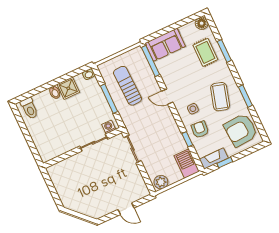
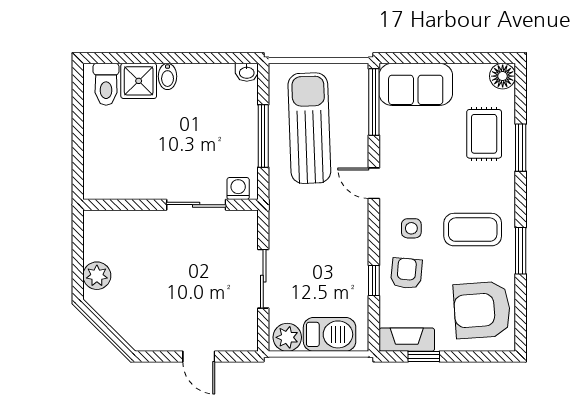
sun lounger: (128, 86) -> (309, 128), width x1.36, depth x1.34
shower: (68, 88) -> (139, 81), moved
coffee table: (220, 97) -> (473, 230), turned 74
sliding door: (133, 149) -> (263, 279), moved
barbecue: (187, 164) -> (330, 334), moved, turned 90
plant: (65, 194) -> (97, 276), added

